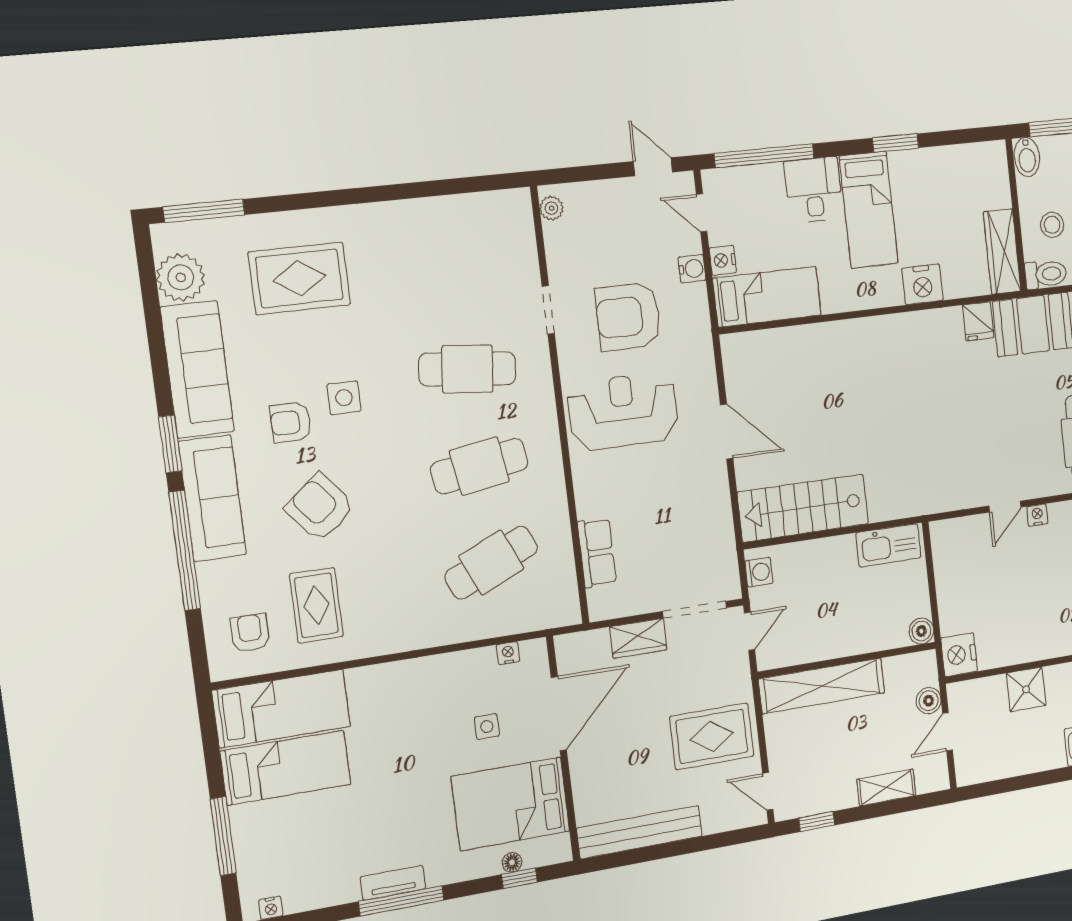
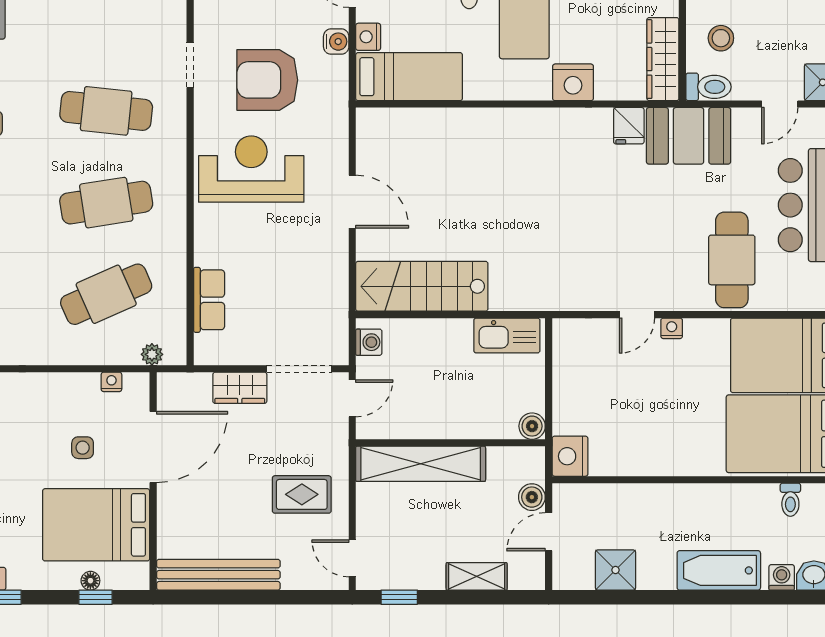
plant: (546, 618) -> (152, 354), added
shower: (1026, 689) -> (615, 570), moved
rug: (712, 736) -> (302, 494), width x0.73, depth x0.70

